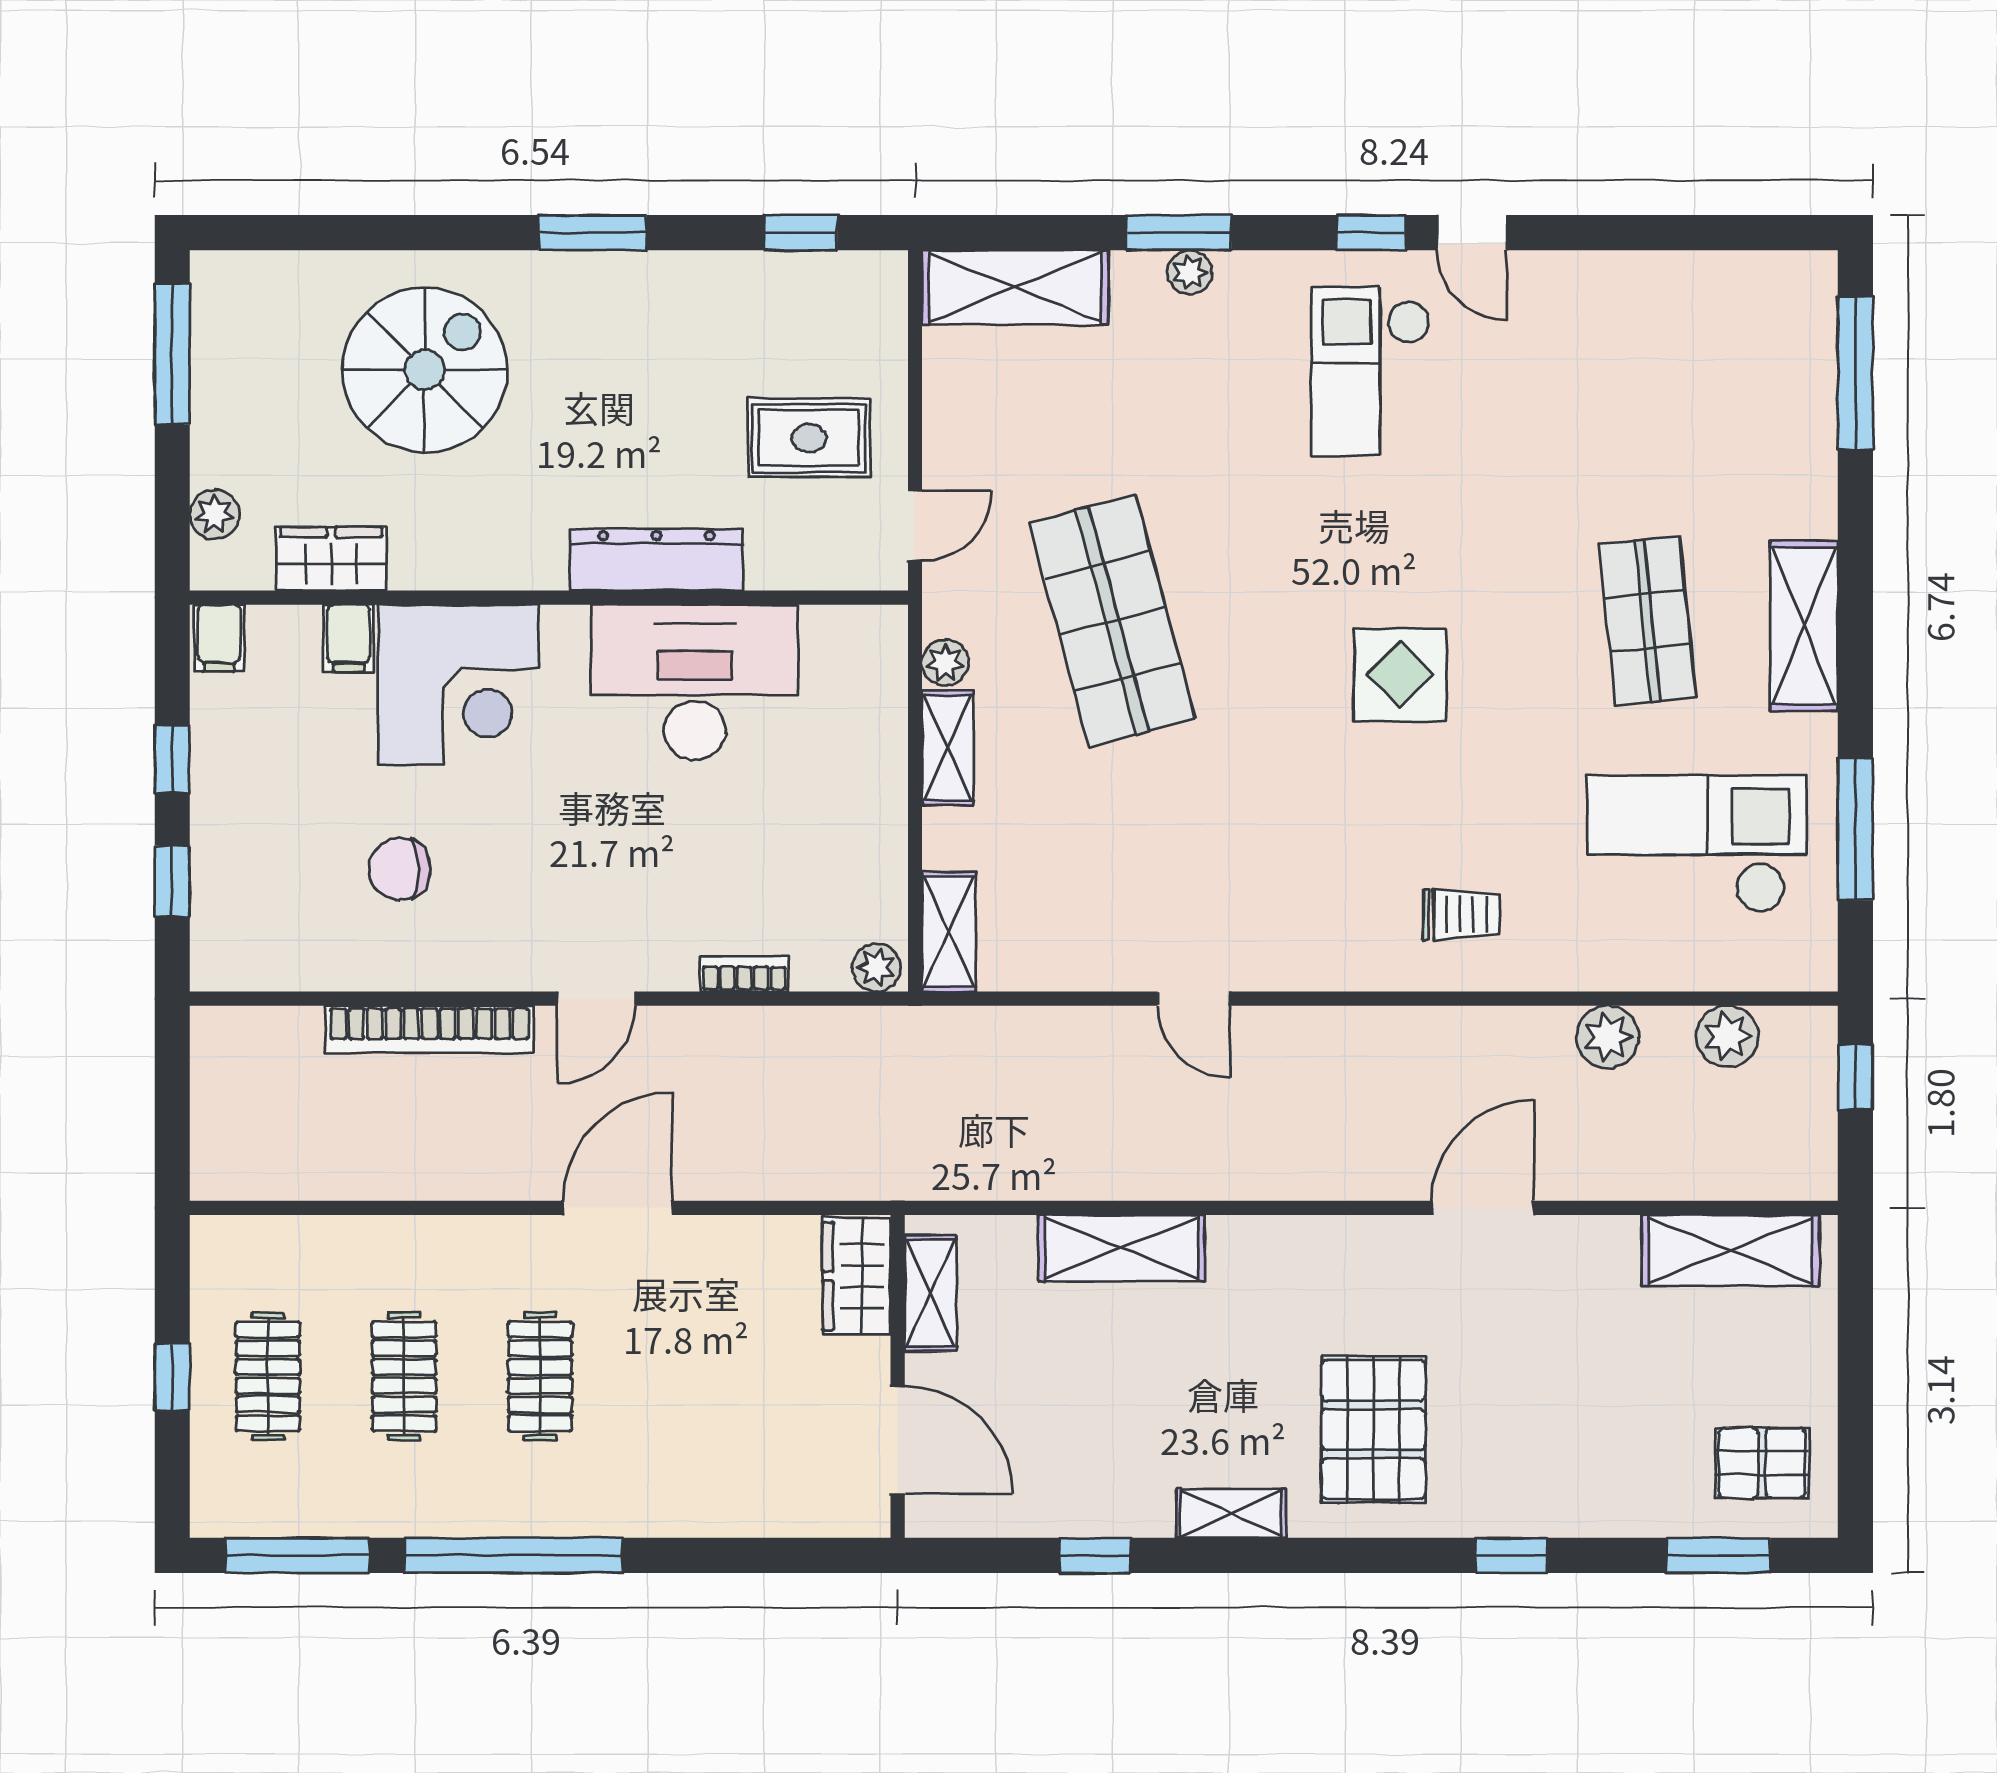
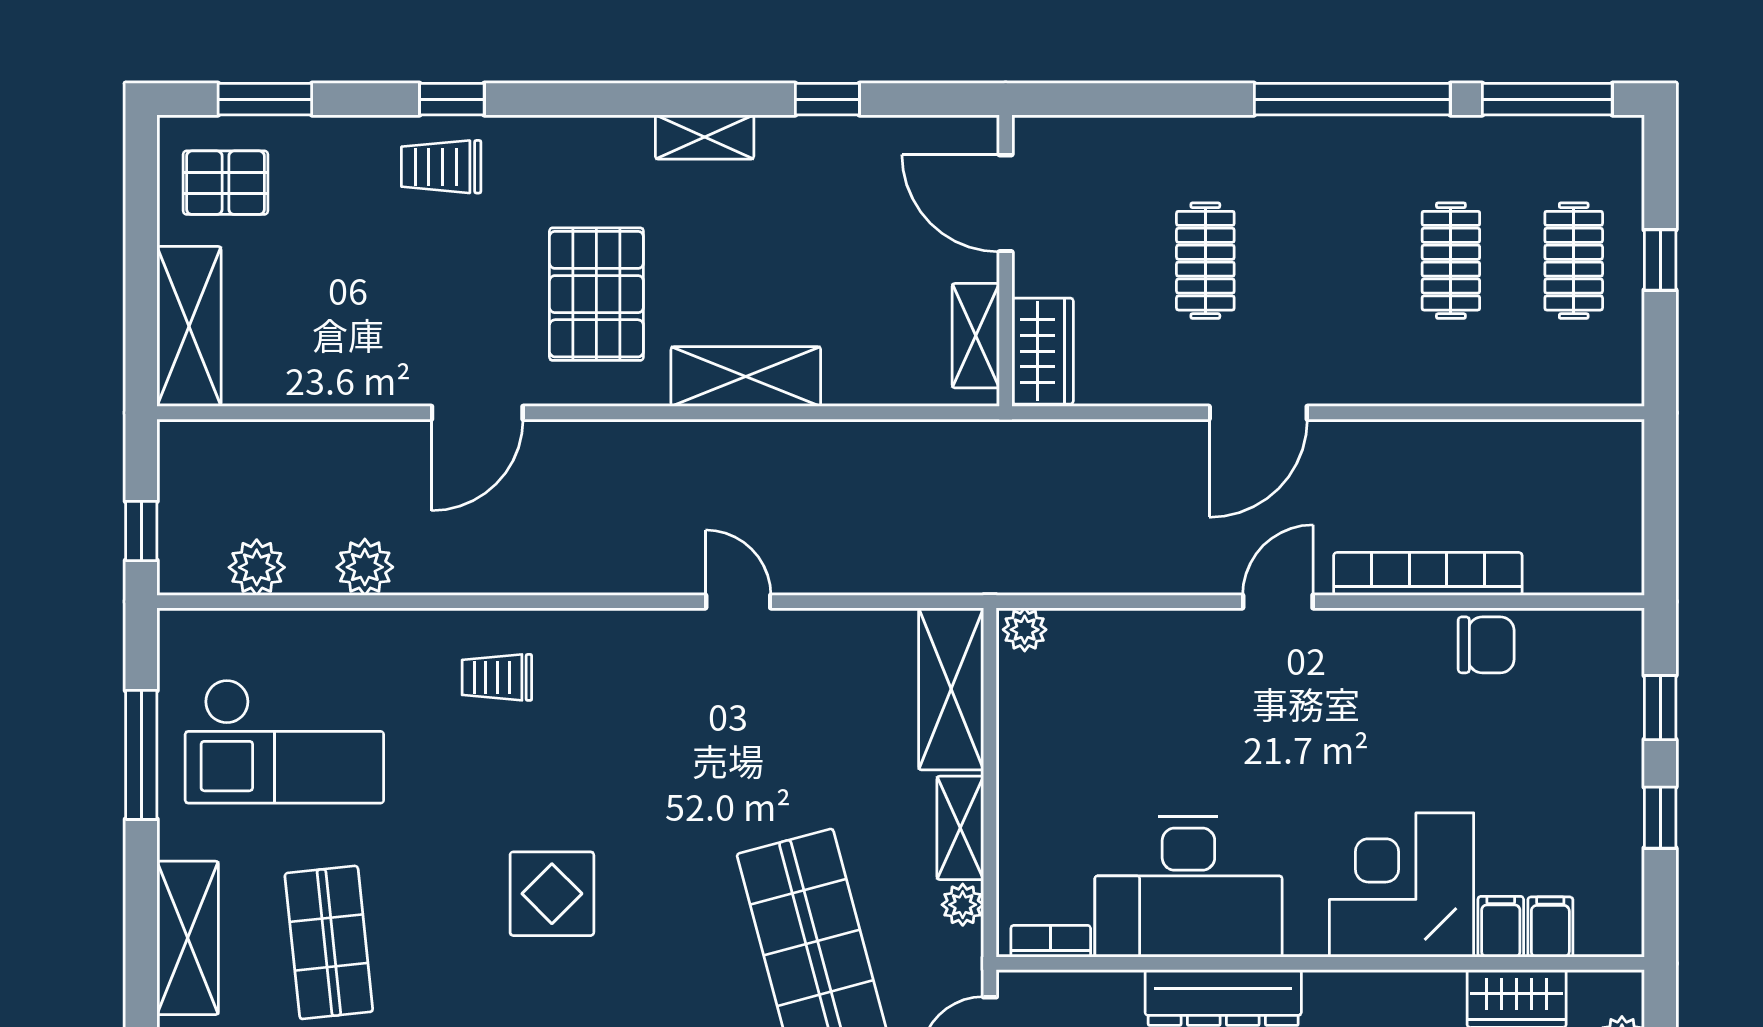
filing cabinet: (219, 638) -> (1550, 927), moved
chair: (400, 869) -> (1486, 645), moved
shelving: (949, 932) -> (951, 689), width x1.50, depth x1.33
bookcase: (744, 974) -> (1051, 941), moved, turned 180
shelving: (1122, 1248) -> (746, 377), moved
shelving: (1730, 1250) -> (189, 326), moved, turned 90
clothes rail: (540, 1376) -> (1205, 261), moved
pallet: (1373, 1429) -> (596, 294), moved
trolley: (1523, 1481) -> (441, 167), added

